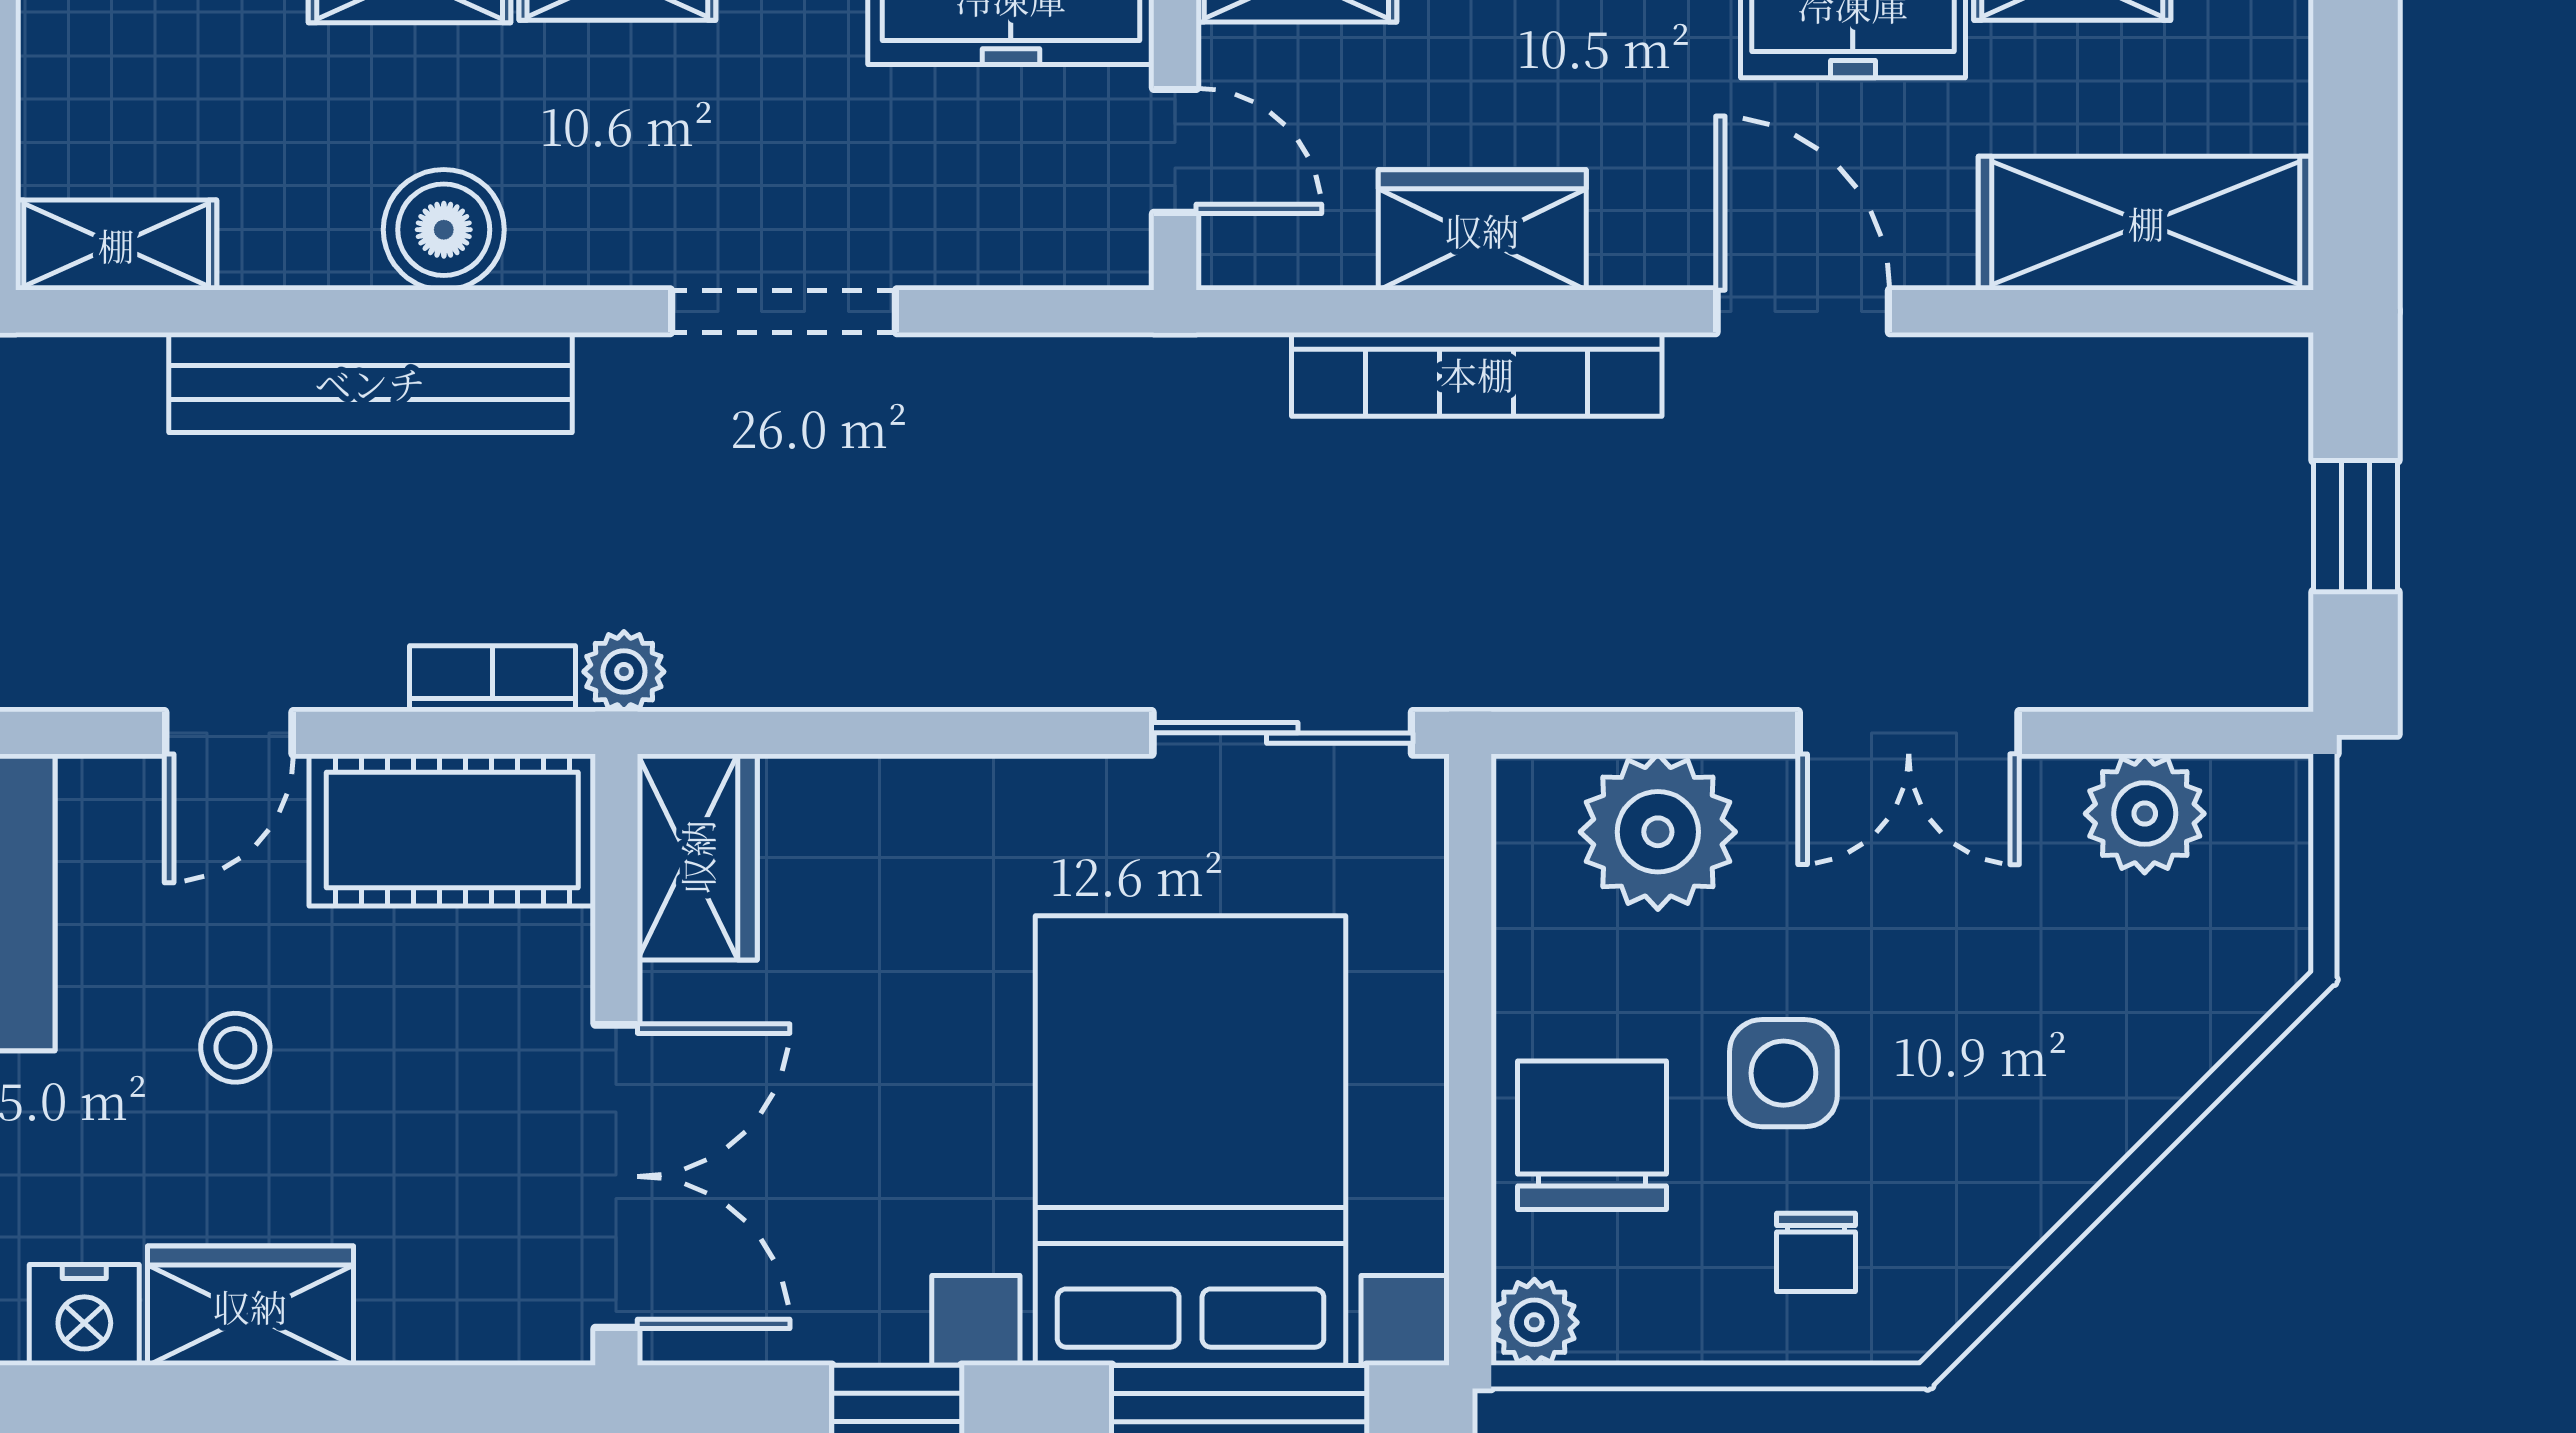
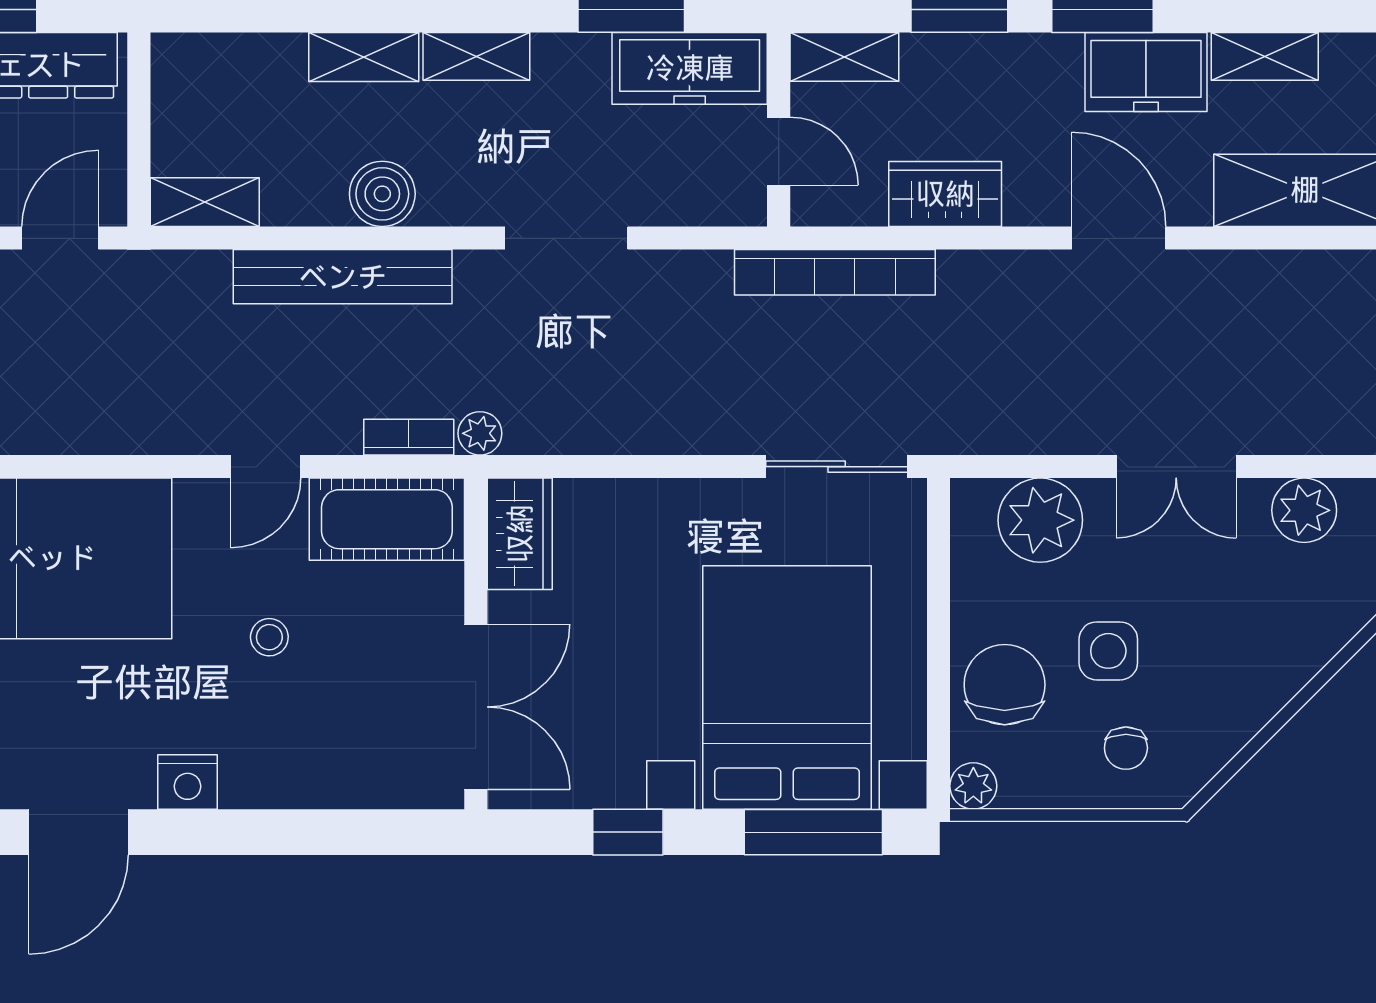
bookcase: (1477, 374) -> (835, 272), moved
wardrobe: (250, 1306) -> (278, 777), removed

